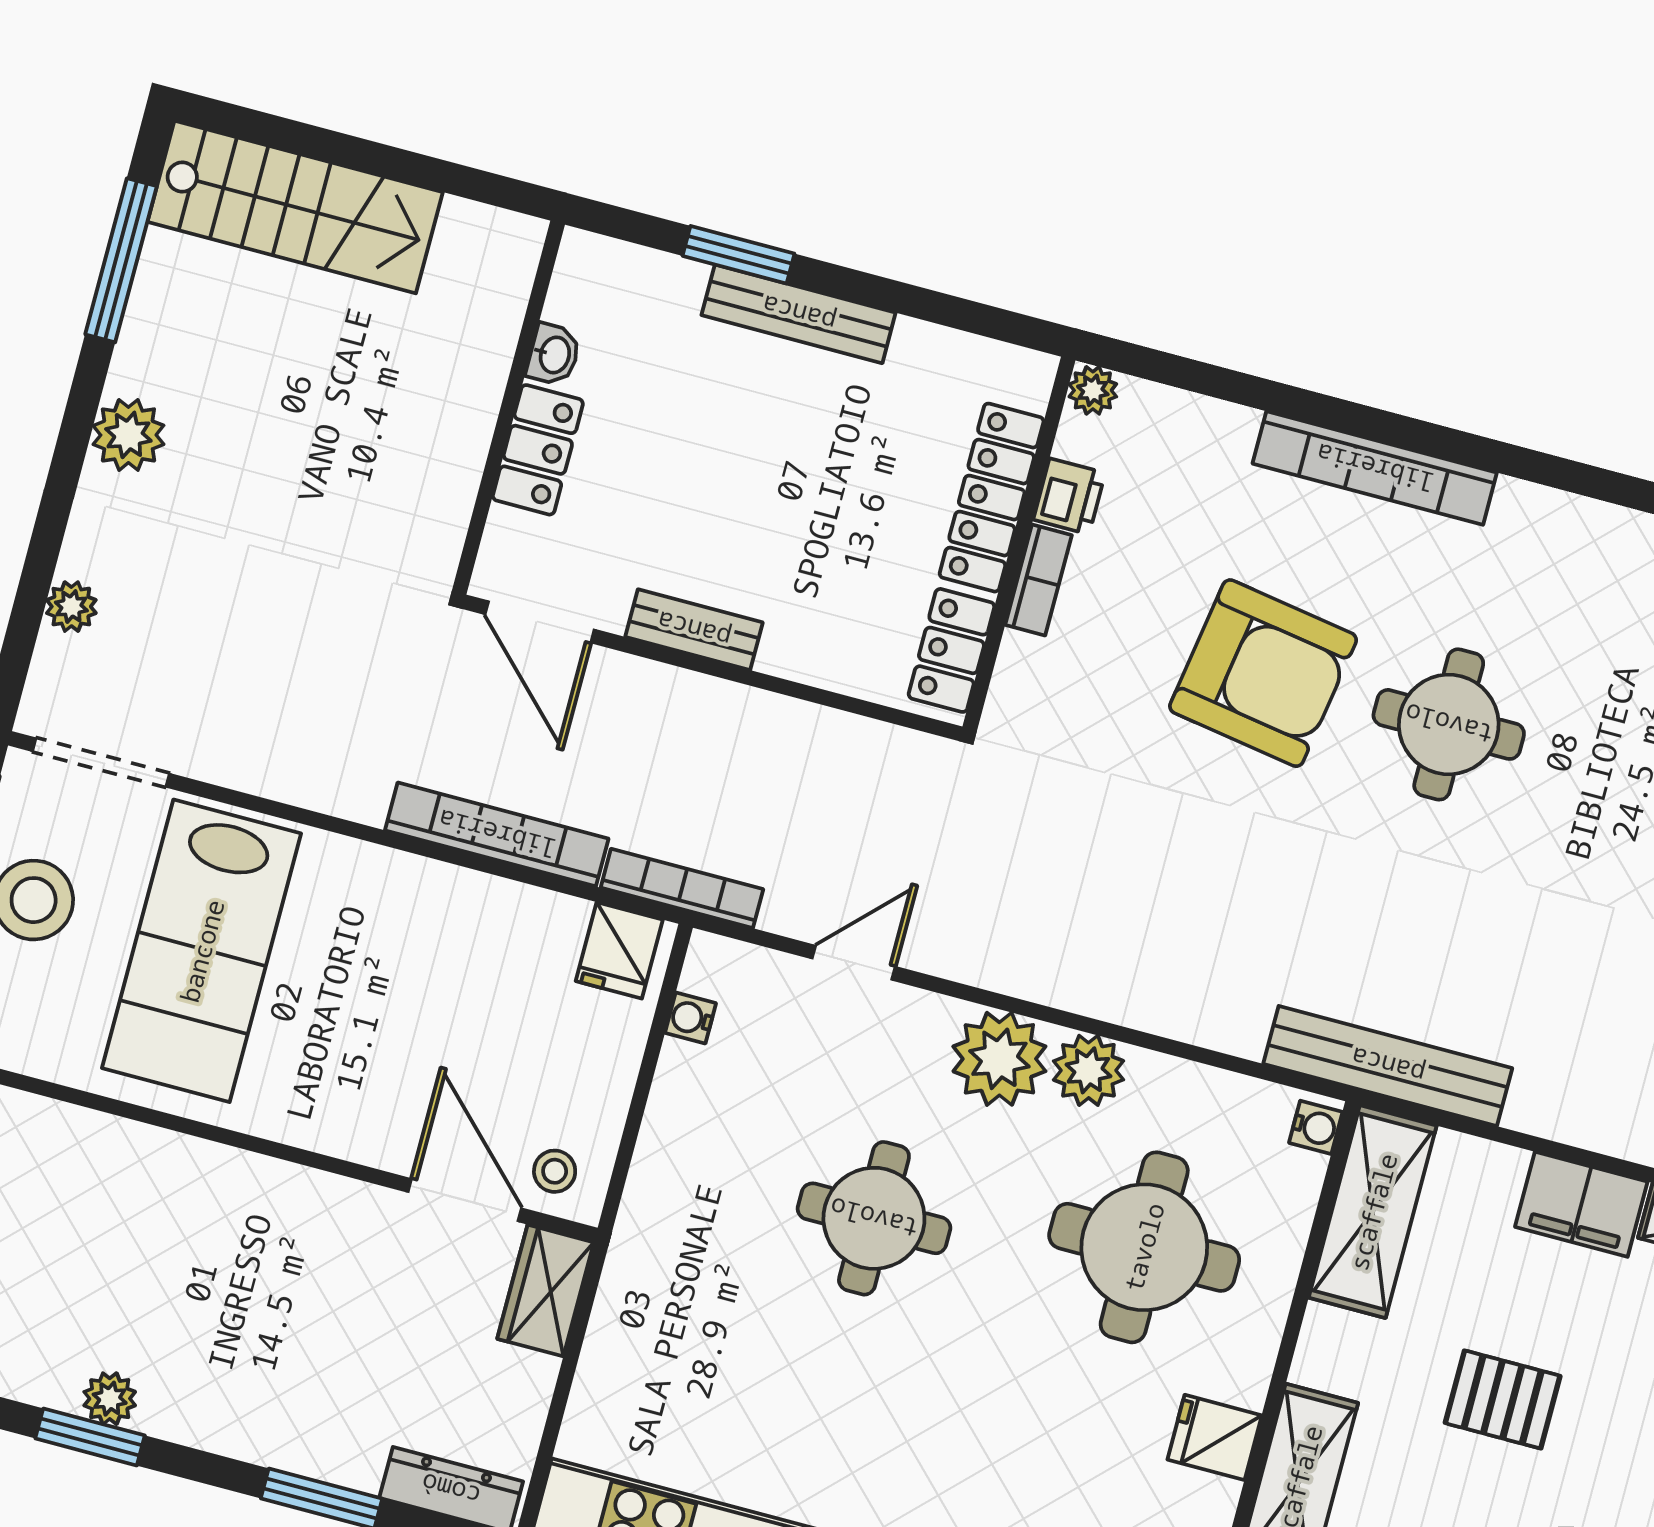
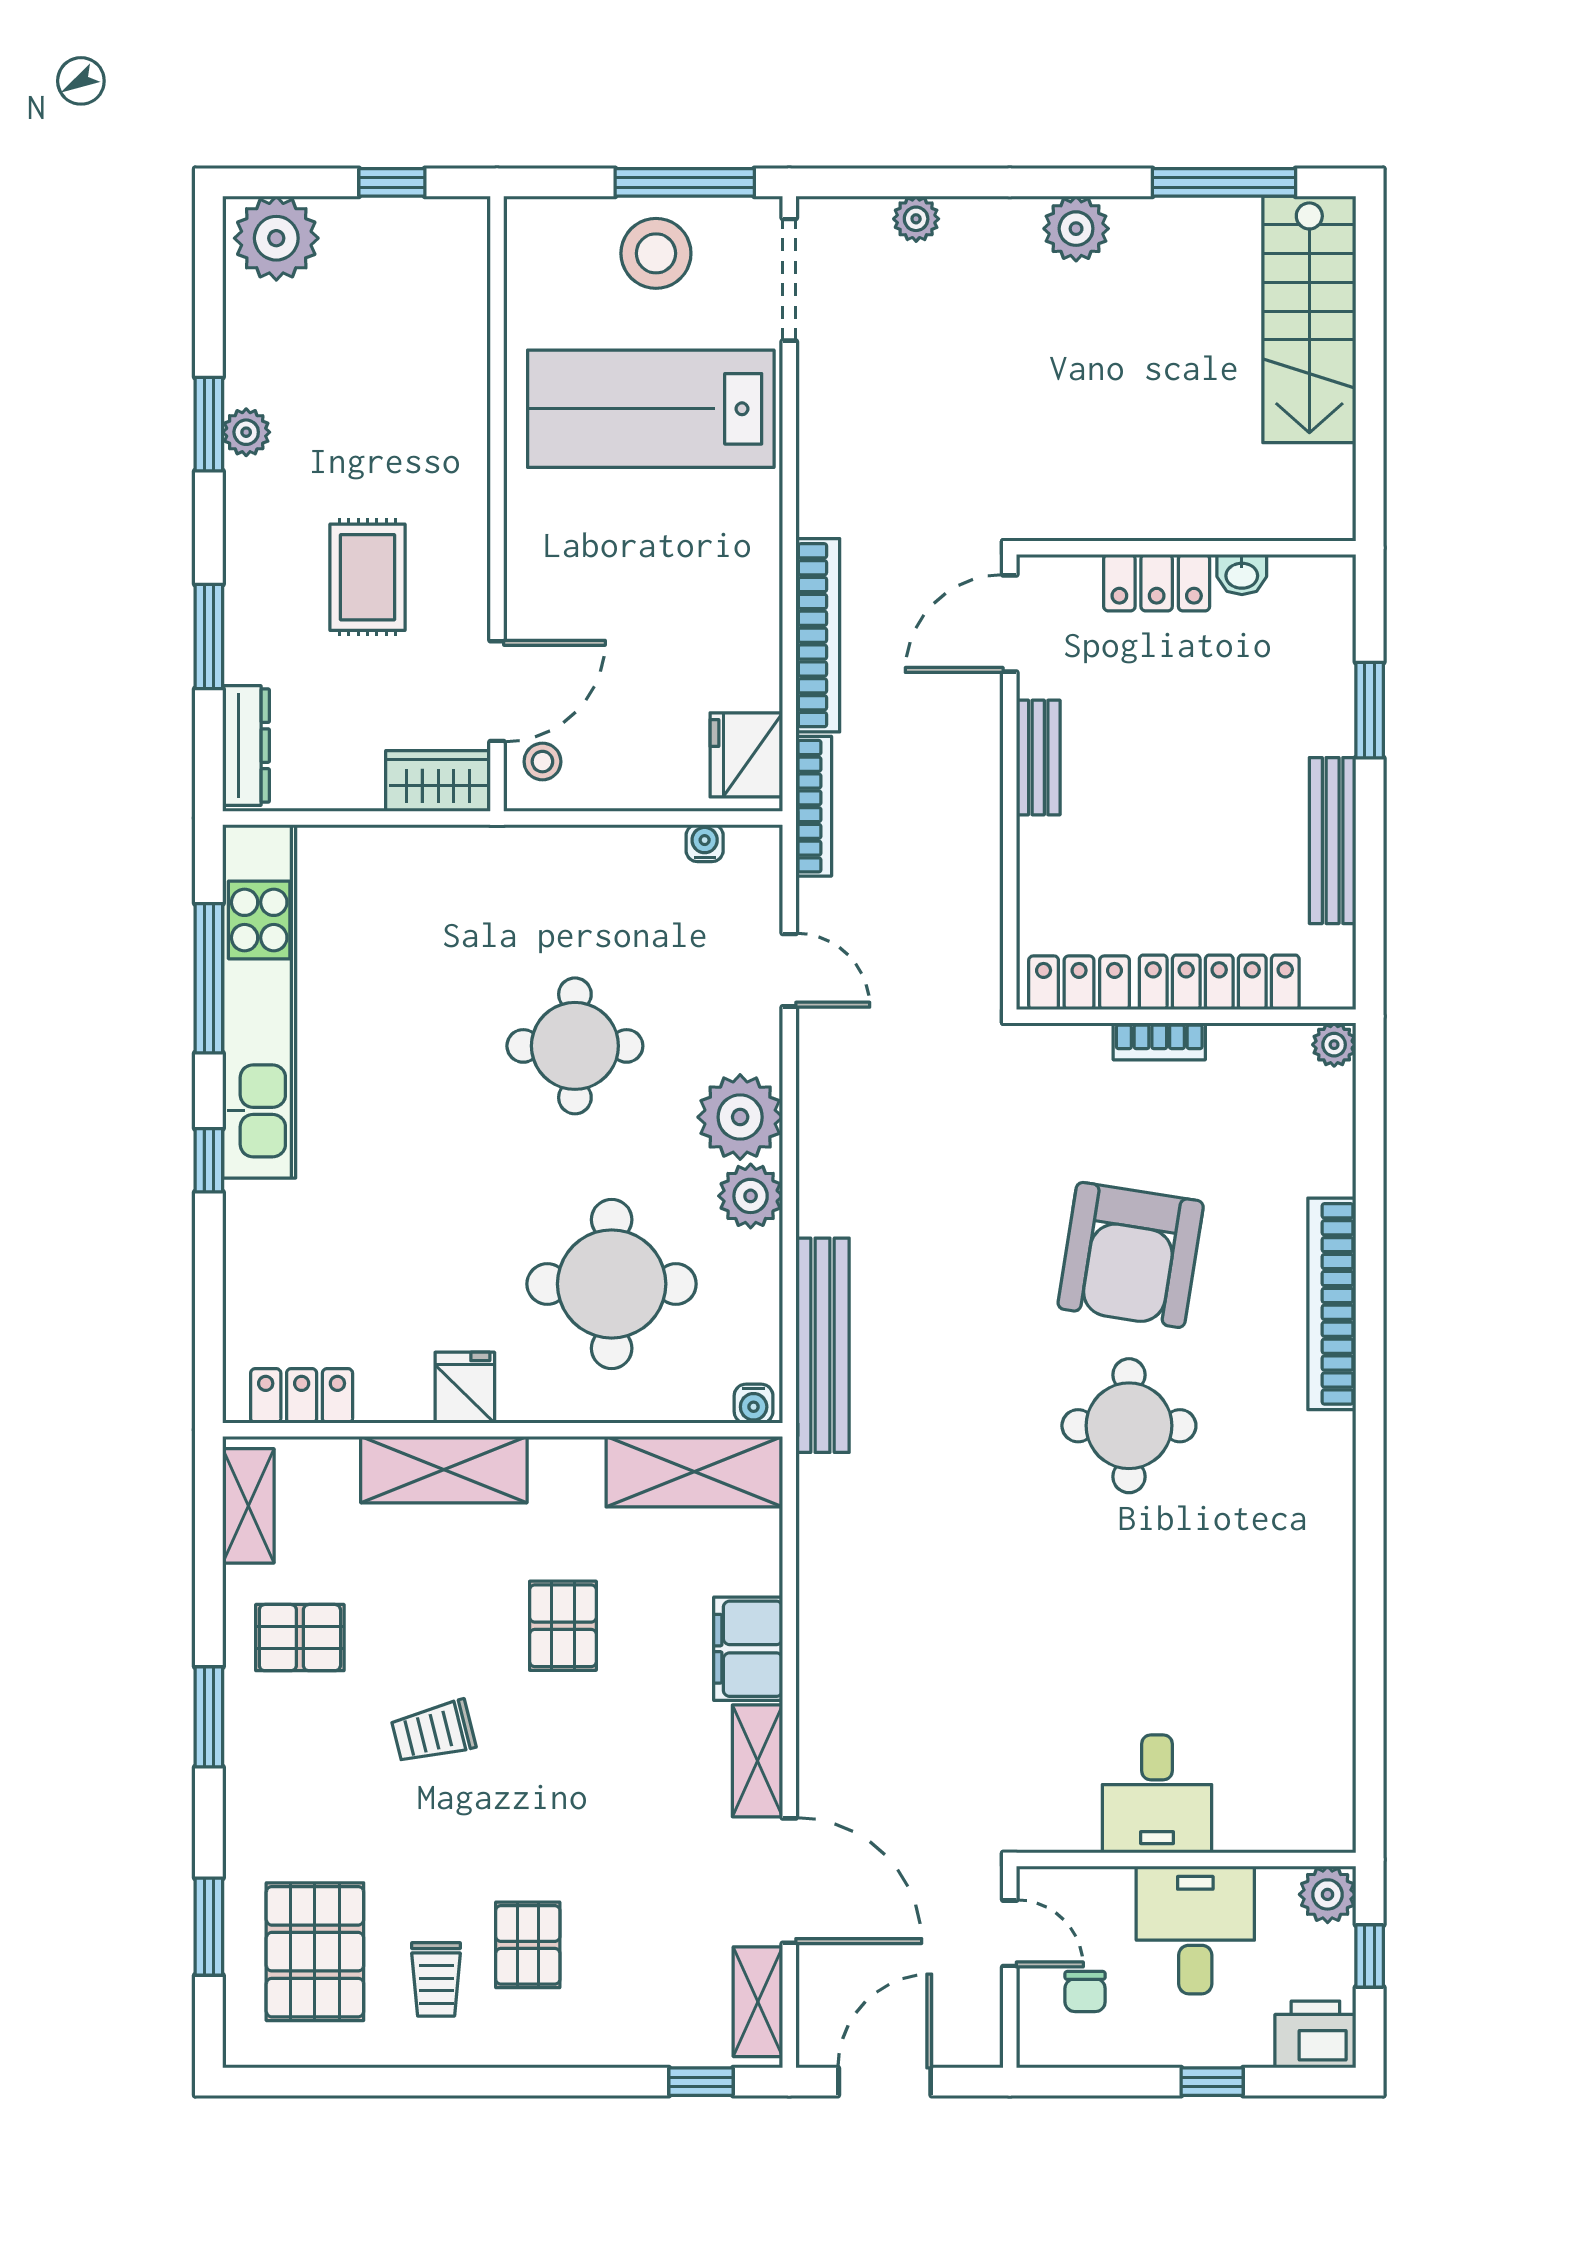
bench: (799, 314) -> (1333, 841), moved
printer: (1069, 496) -> (1238, 1049), removed
fridge: (619, 950) -> (746, 755), width x1.38
bench: (1388, 1066) -> (822, 1345), moved
rug: (303, 1308) -> (368, 577), added

